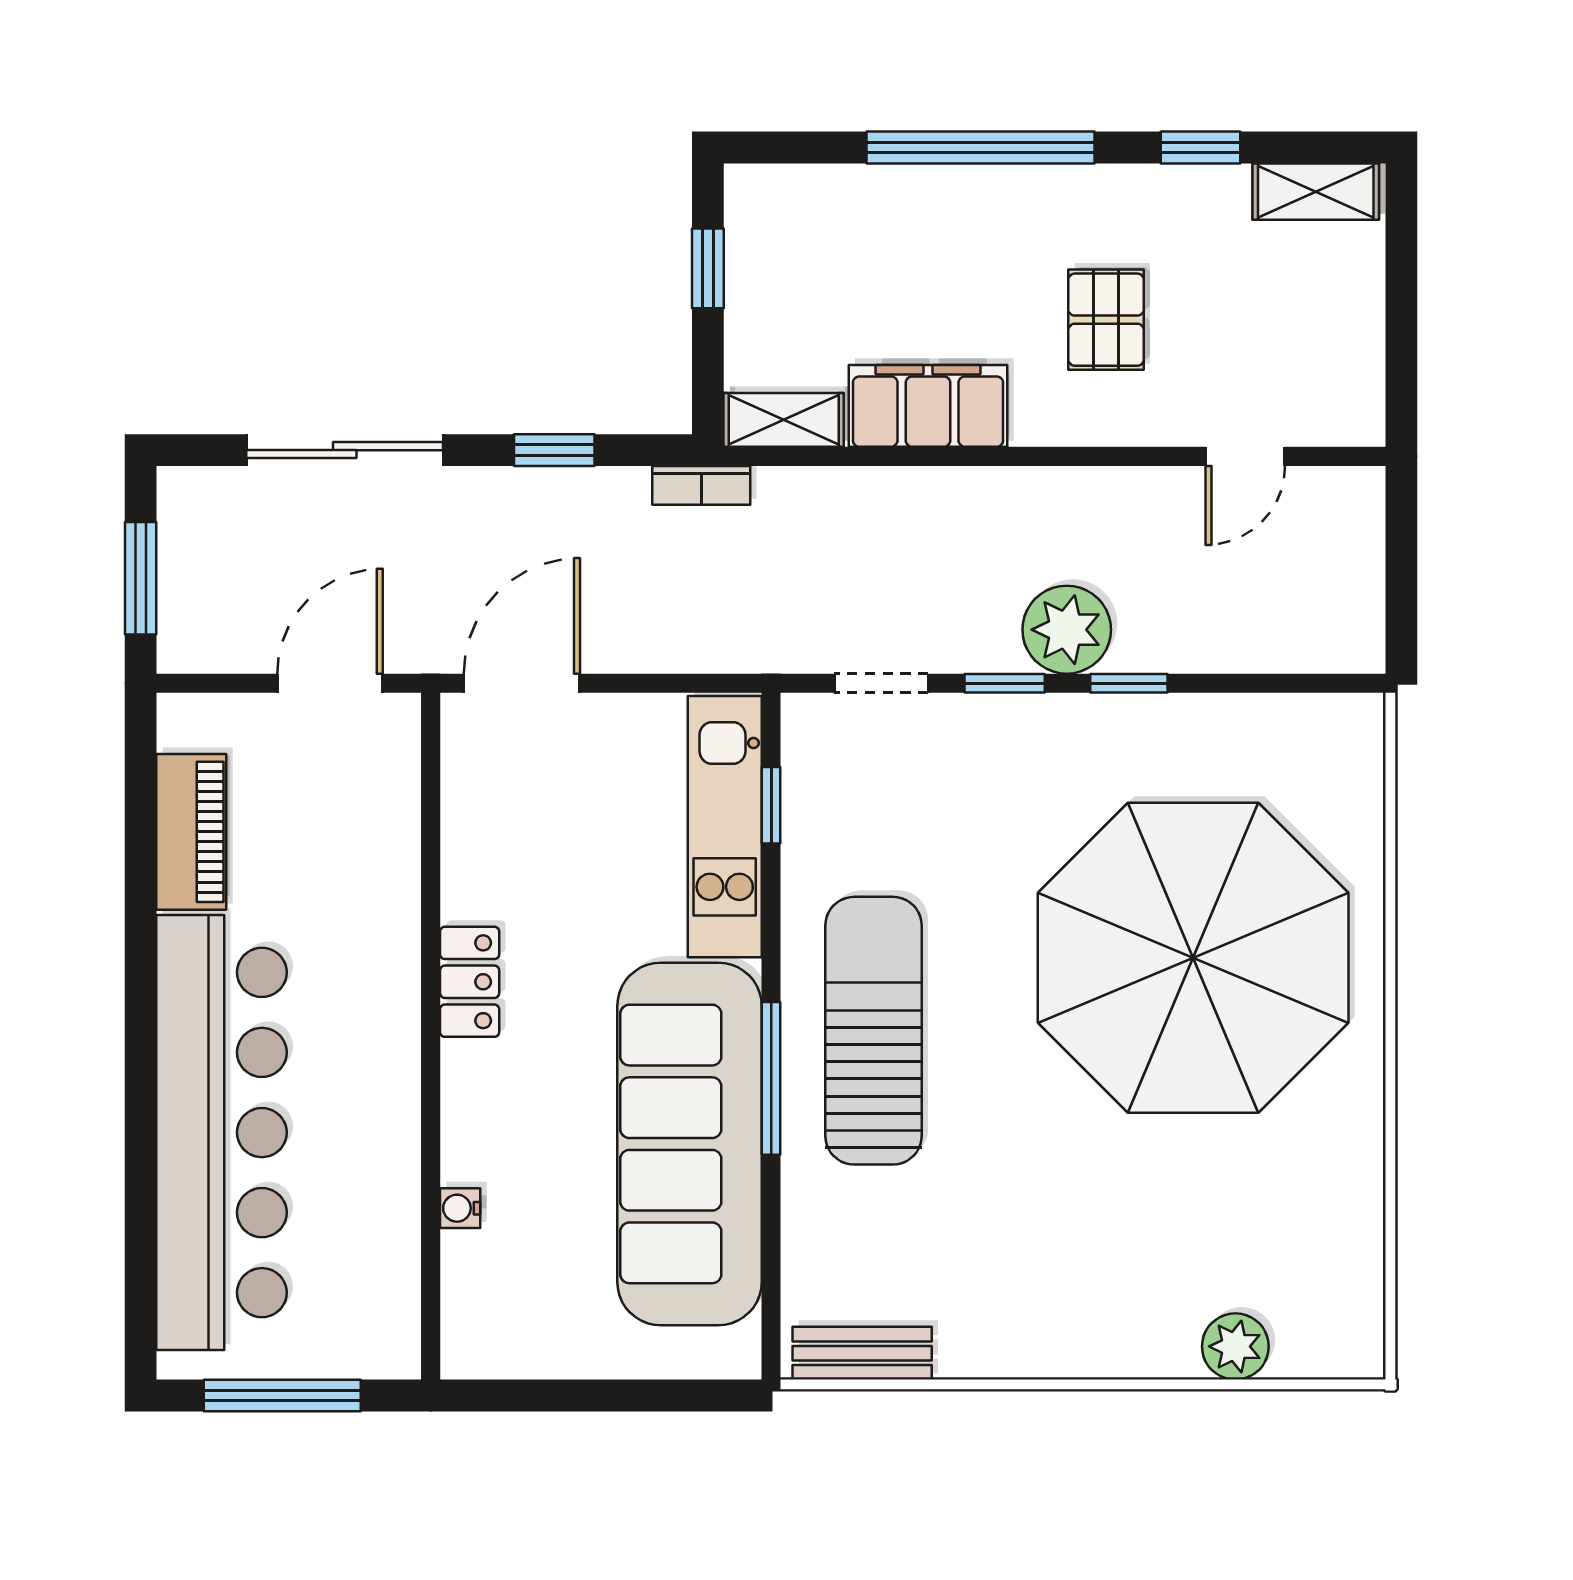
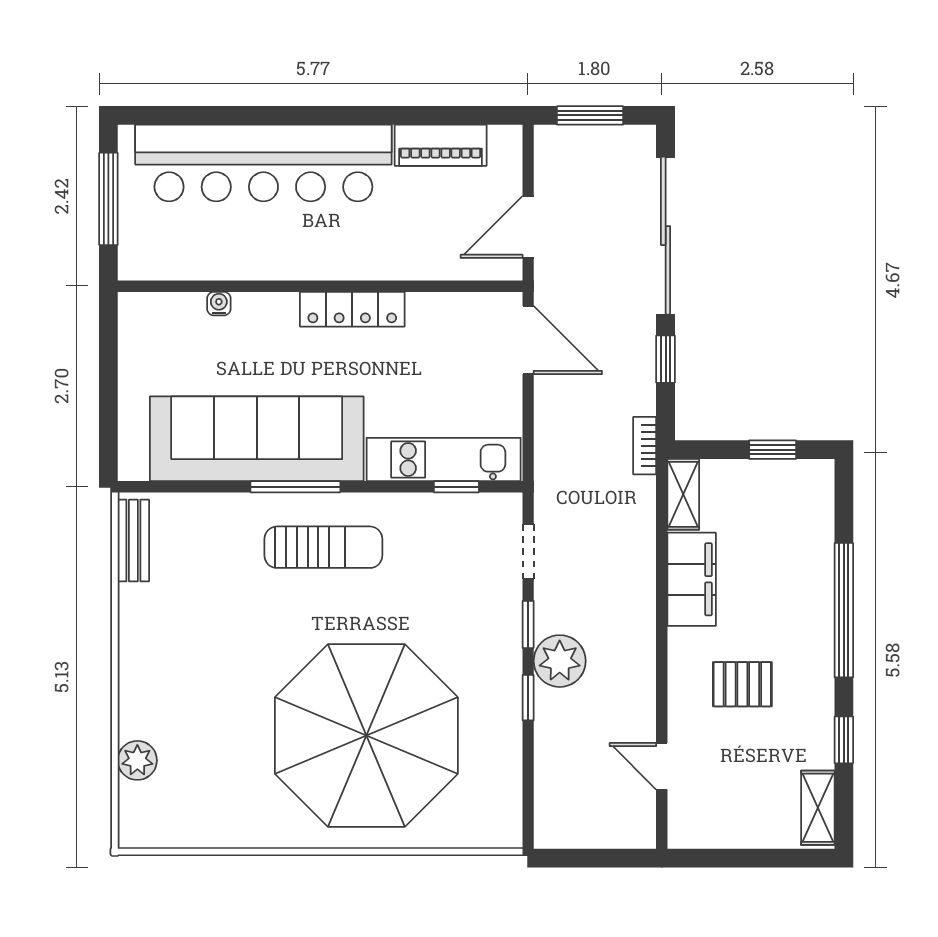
sliding door: (345, 450) -> (666, 236), width x1.36
door: (330, 683) -> (528, 227), swing flipped
locker: (470, 982) -> (352, 309), width x1.53
sun lounger: (874, 1031) -> (323, 547), width x0.73, depth x0.75

